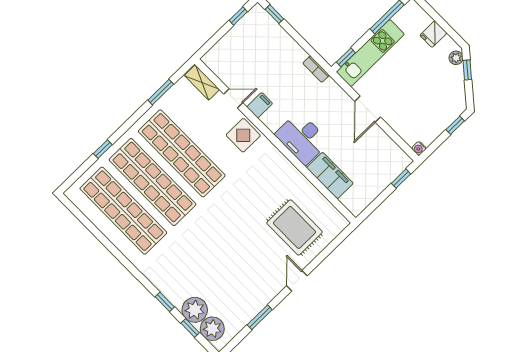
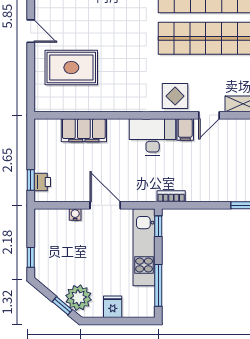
plant: (456, 58) -> (78, 298), width x1.88, depth x1.88
desk: (302, 138) -> (153, 137), moved
water cooler: (419, 148) -> (75, 215), moved
printer: (395, 169) -> (42, 182), added

